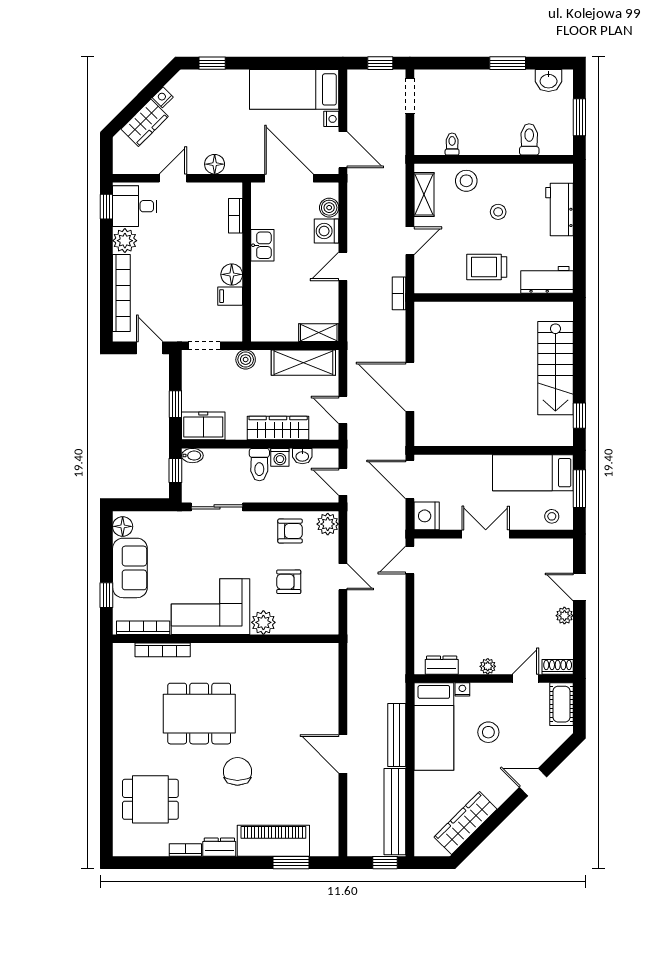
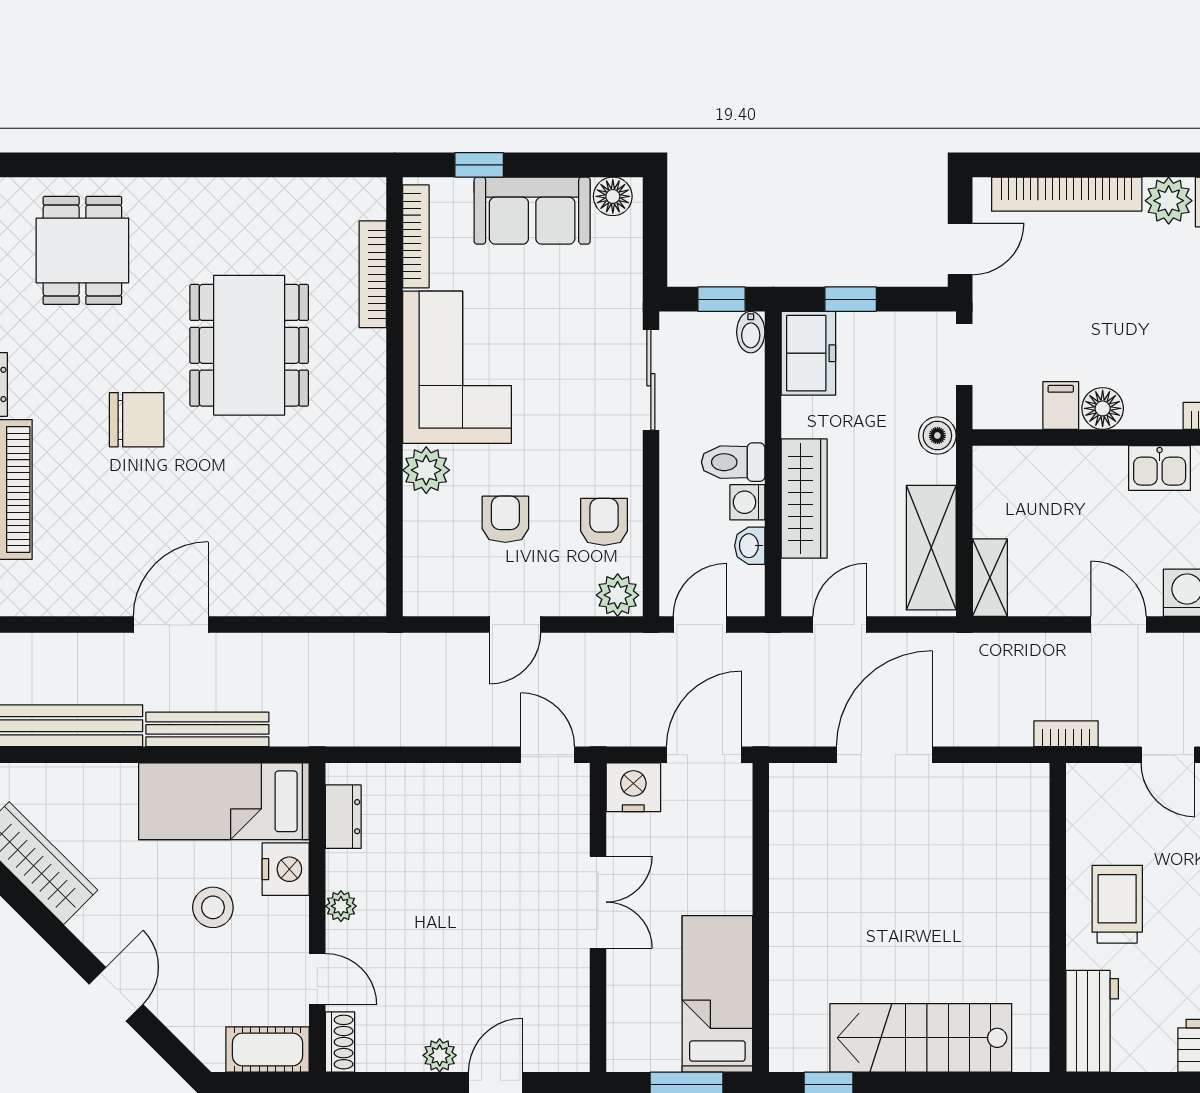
stool: (552, 516) -> (632, 1031), removed
armchair: (290, 531) -> (604, 522), turned 180
nightstand: (462, 689) -> (286, 869), width x1.89, depth x1.79

